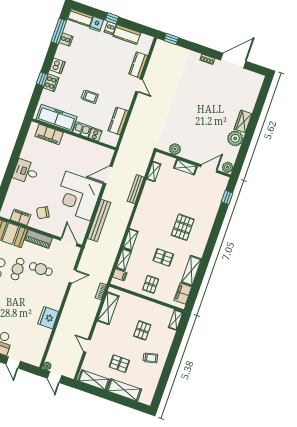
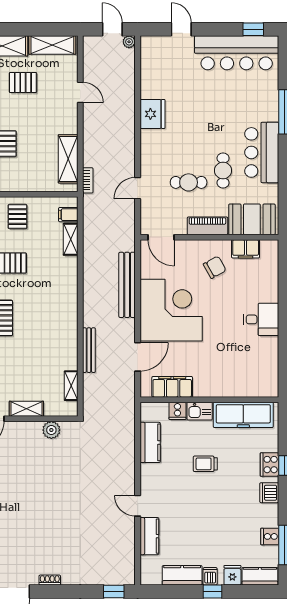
filing cabinet: (49, 134) -> (172, 387), moved
shelving: (130, 239) -> (71, 273), removed

